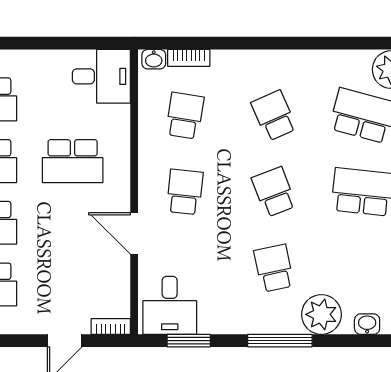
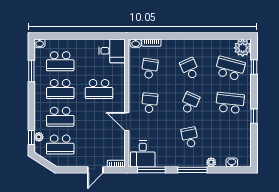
school desk: (274, 192) -> (190, 103), turned 45
plant: (321, 314) -> (211, 162), width x0.53, depth x0.53
window: (189, 341) -> (151, 170), width x1.44

